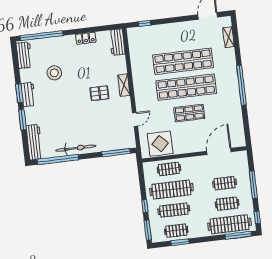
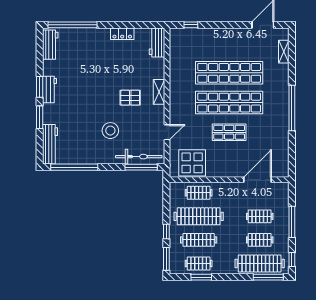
stool: (54, 73) -> (110, 131), moved
bicycle: (76, 148) -> (139, 157), moved

